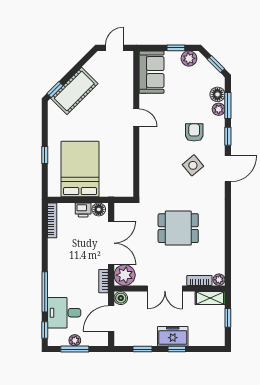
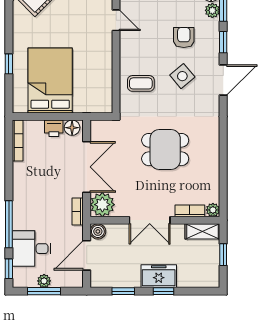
coffee table: (157, 172) -> (141, 83), added

